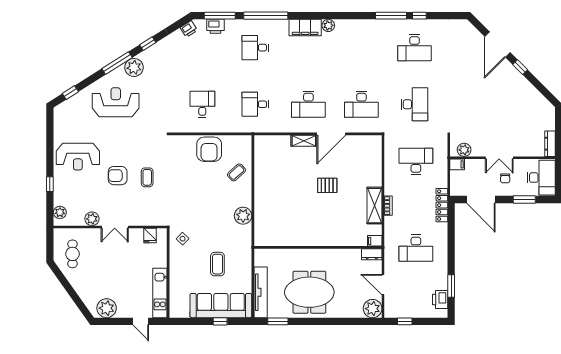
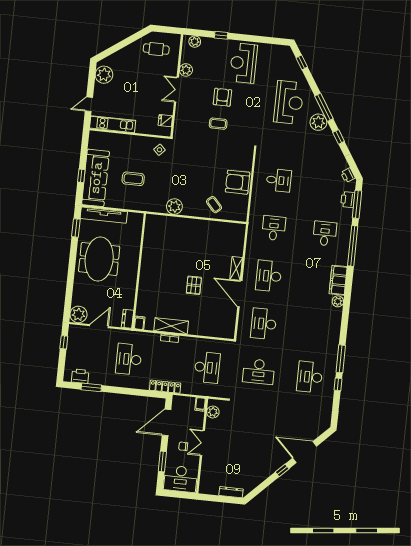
dresser: (550, 144) -> (231, 492), moved

